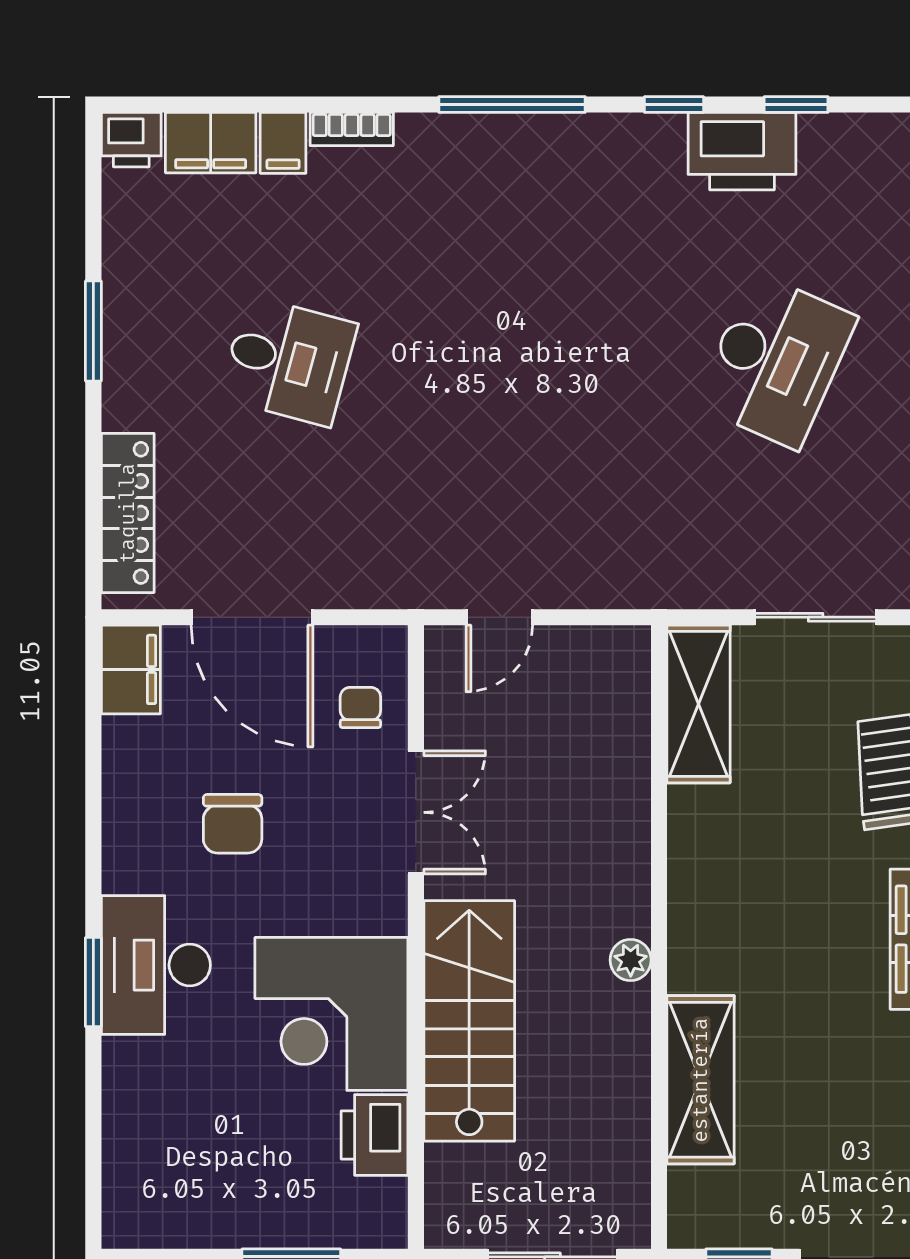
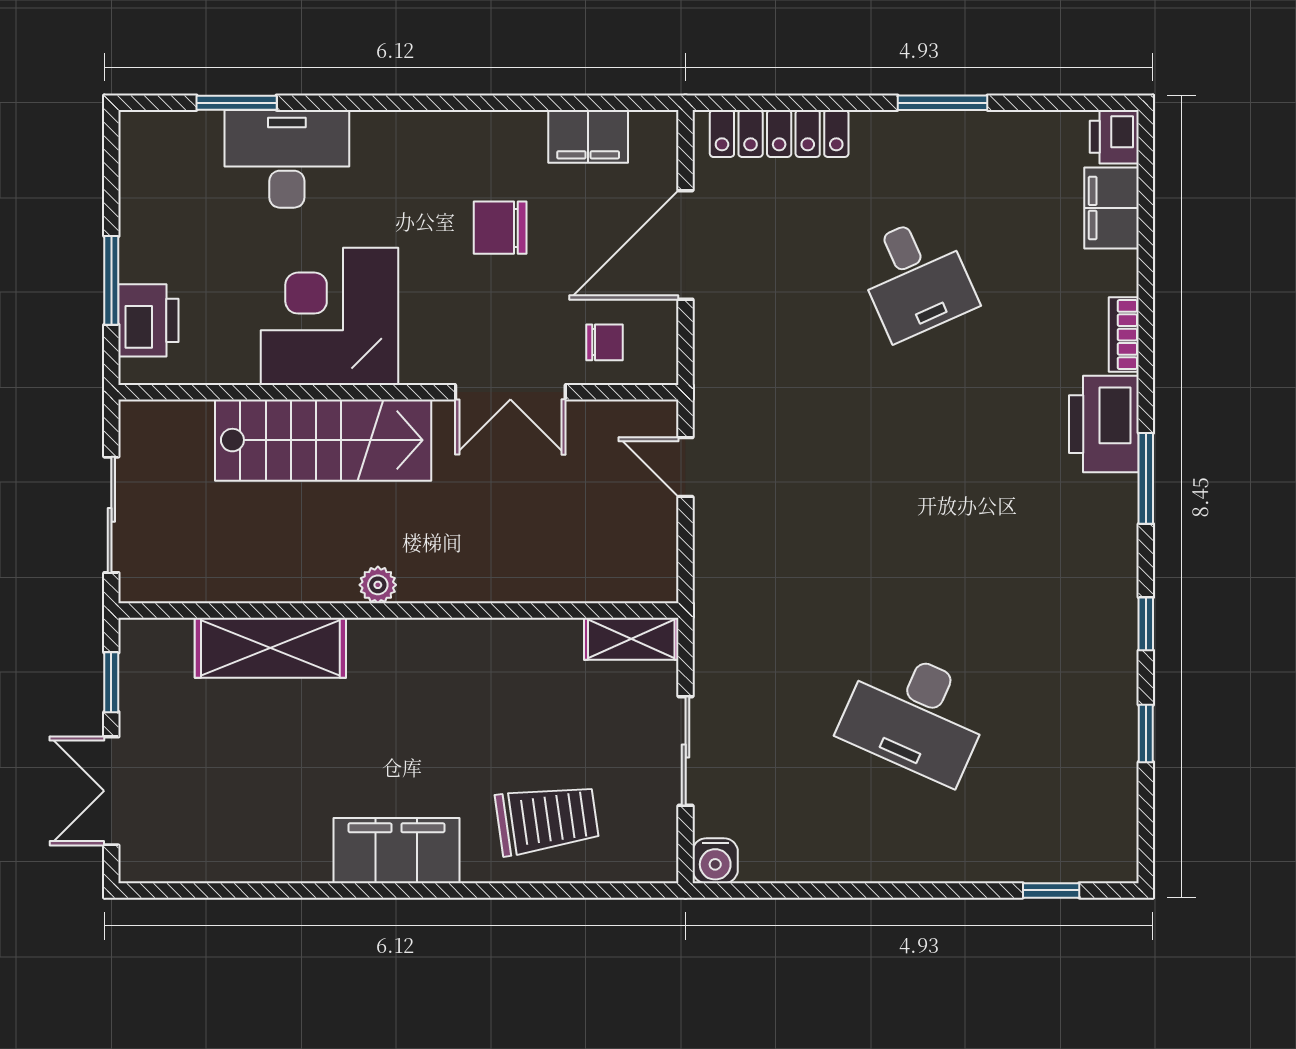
window: (512, 104) -> (1146, 478), width x0.69
filing cabinet: (283, 143) -> (1111, 273), removed
printer: (742, 151) -> (1104, 424), moved
desk: (289, 361) -> (916, 278), turned -39
filing cabinet: (131, 669) -> (588, 136), moved
shelving: (698, 704) -> (631, 639), width x0.67, depth x0.75
desk: (156, 965) -> (287, 159), moved
window: (93, 982) -> (237, 103), moved
printer: (375, 1135) -> (148, 320), moved, turned 90

